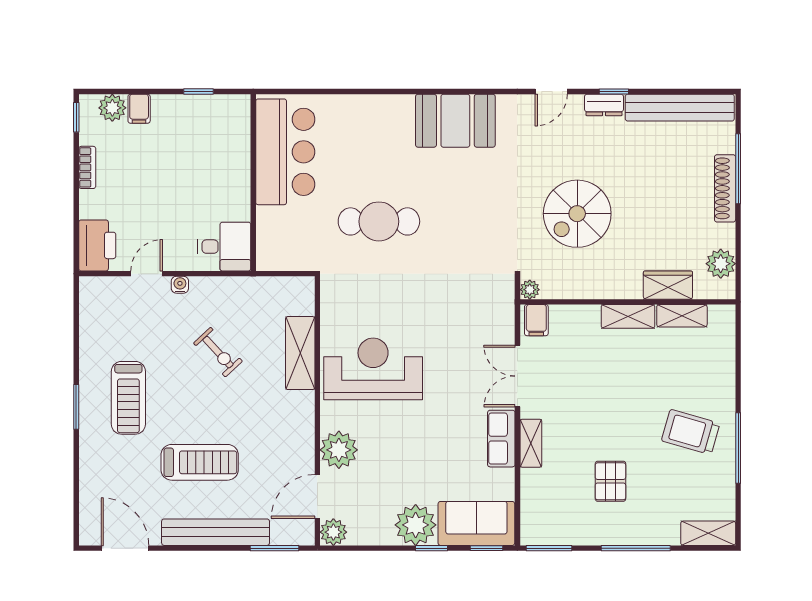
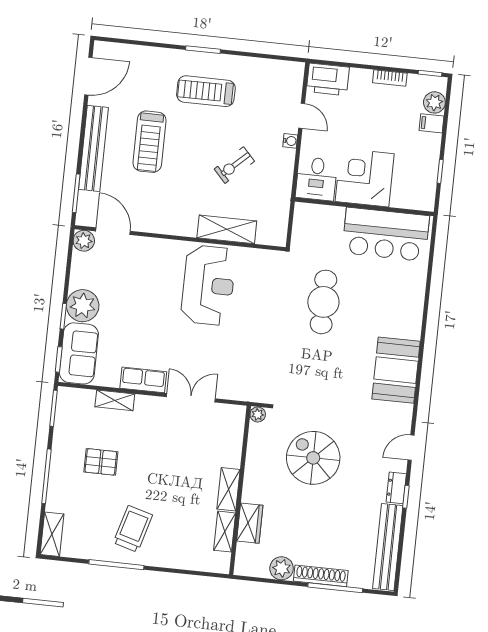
door: (551, 91) -> (411, 448), hinge flipped
corner desk: (217, 186) -> (365, 178), added
plant: (721, 264) -> (282, 568), moved
filing cabinet: (536, 320) -> (233, 417), removed
shelving: (531, 443) -> (115, 400), moved
plant: (339, 450) -> (148, 252), removed

